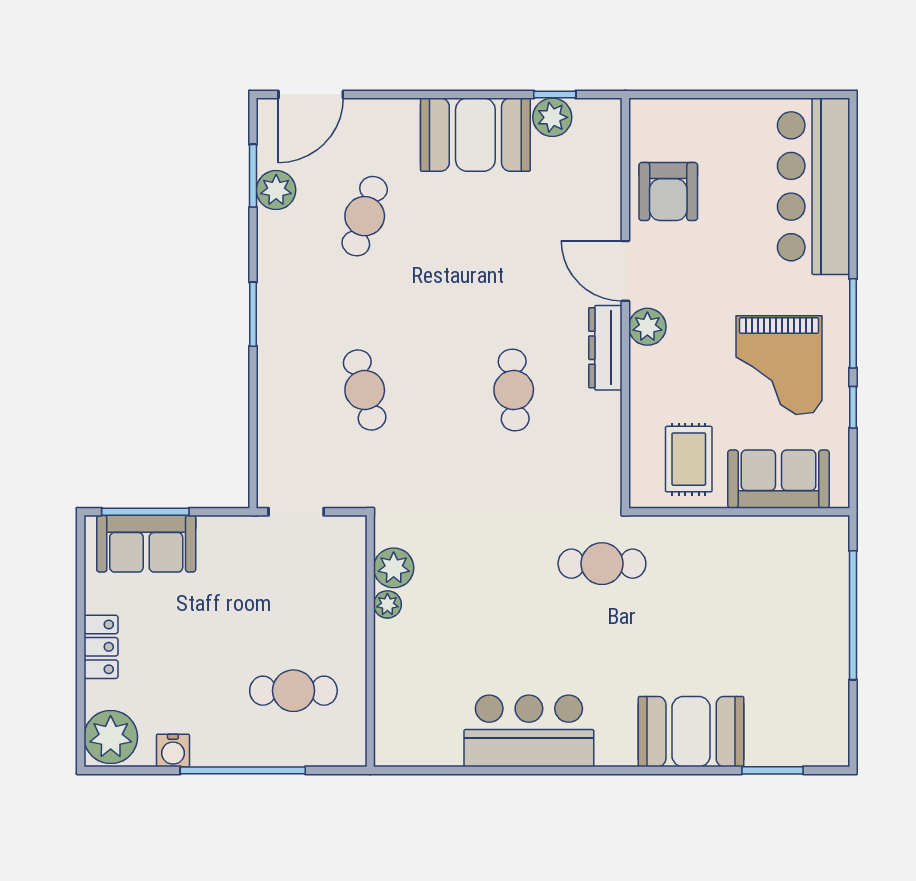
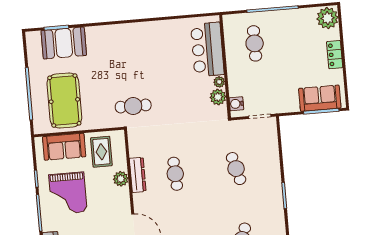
plant: (647, 327) -> (121, 179), moved
dresser: (605, 348) -> (138, 175), moved
grand piano: (779, 365) -> (68, 193), turned 180
pool table: (768, 591) -> (64, 101), added
cafe table: (293, 691) -> (255, 43), turned 90
bar counter: (529, 731) -> (207, 49), moved, turned 90
booth: (691, 732) -> (64, 43), moved
water cooler: (173, 750) -> (236, 104), moved, turned -90

